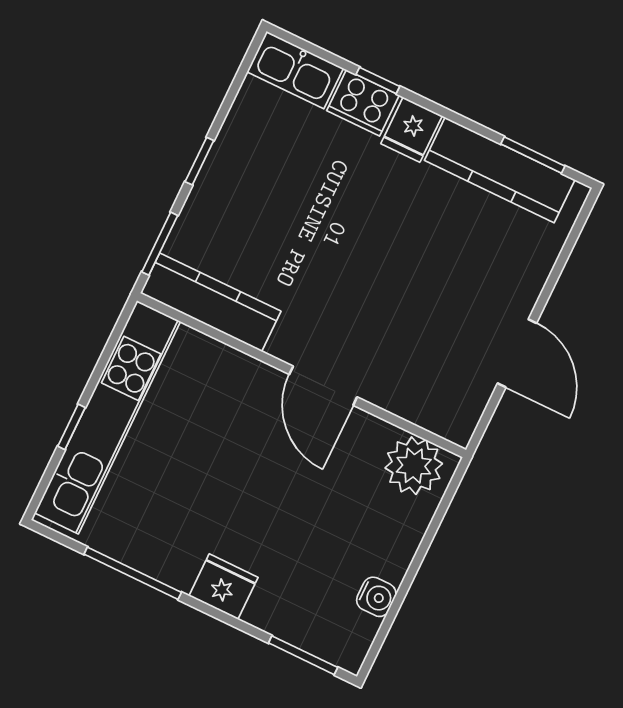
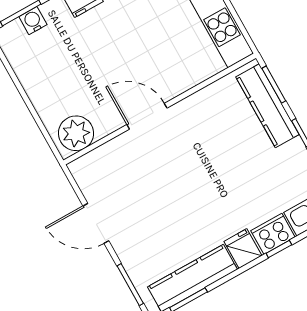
window: (568, 248) -> (130, 285), added
kitchen counter: (211, 302) -> (267, 106), moved, turned 90
water cooler: (376, 597) -> (33, 21), moved, turned 90

